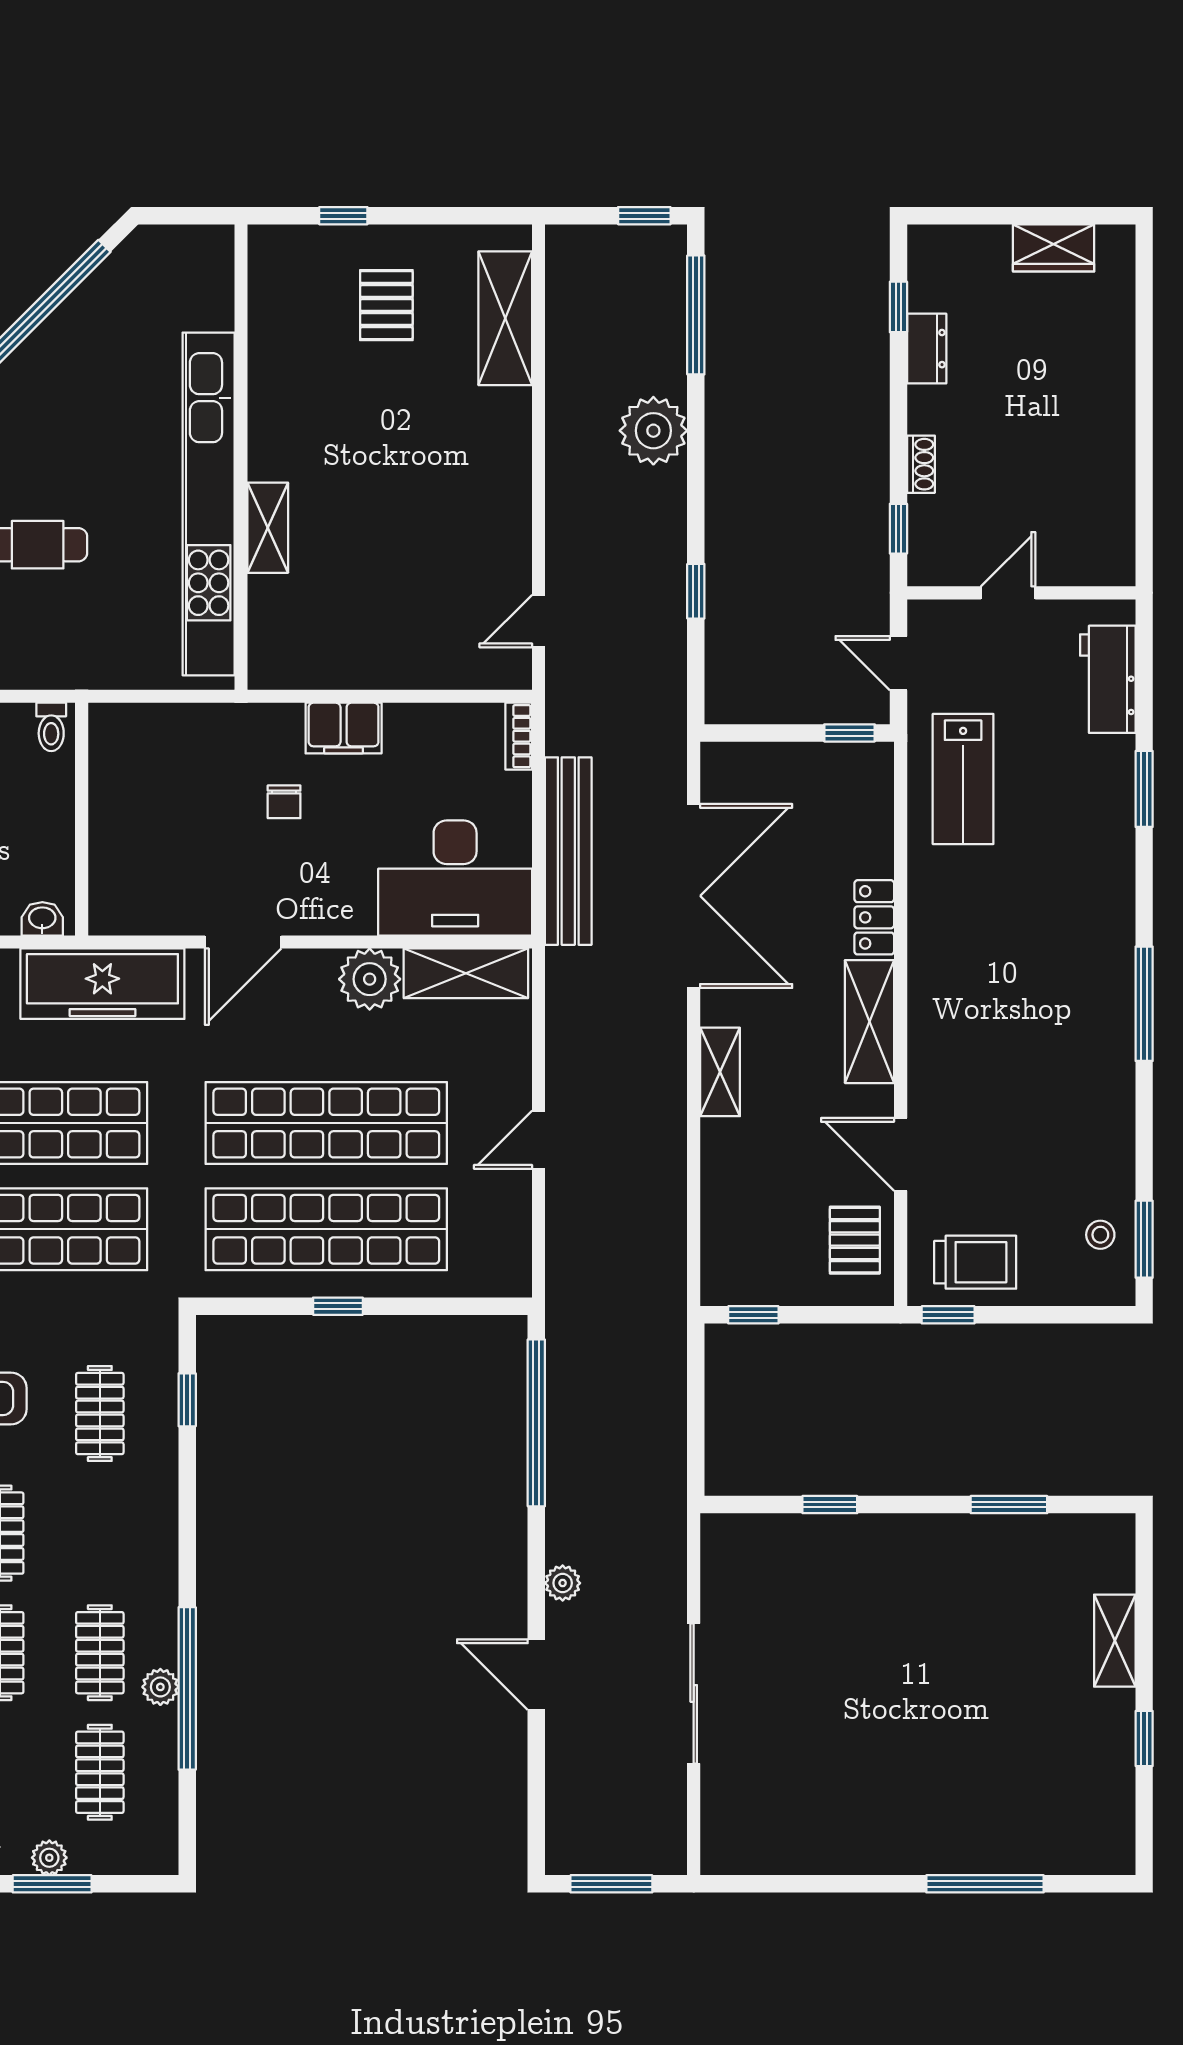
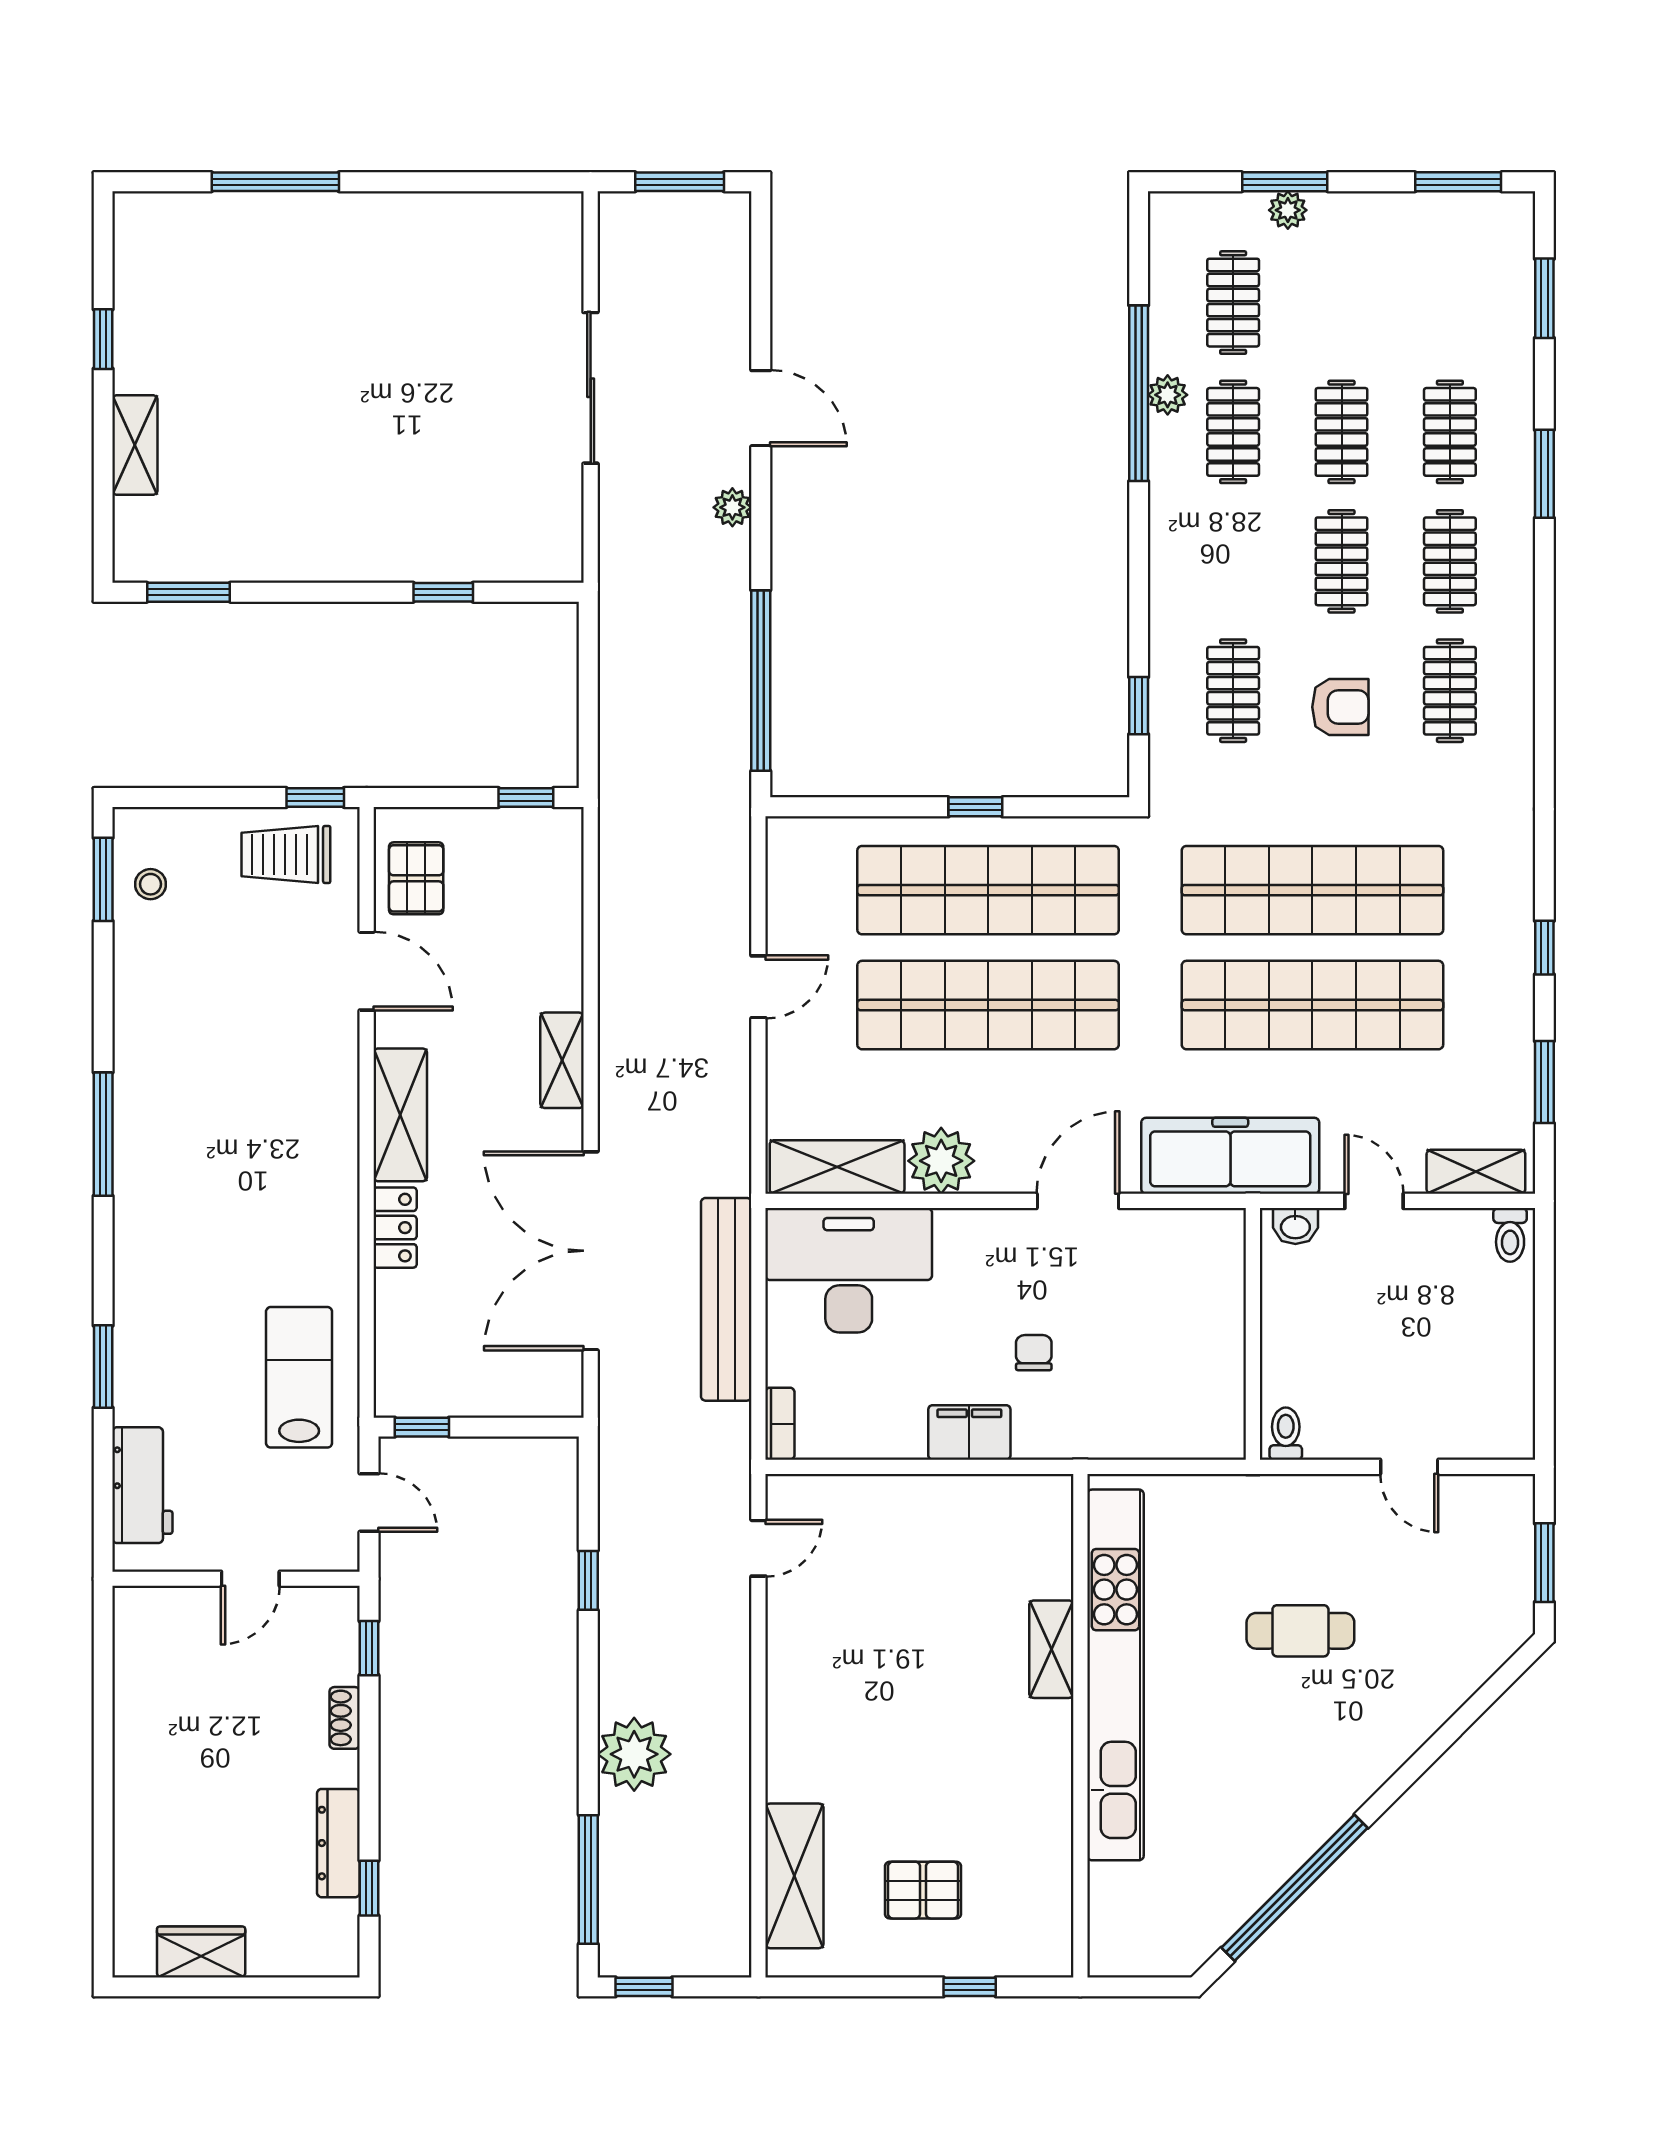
pallet: (386, 305) -> (923, 1890), turned 90
dresser: (927, 349) -> (338, 1843), width x1.44
window: (1009, 1505) -> (189, 592), moved

